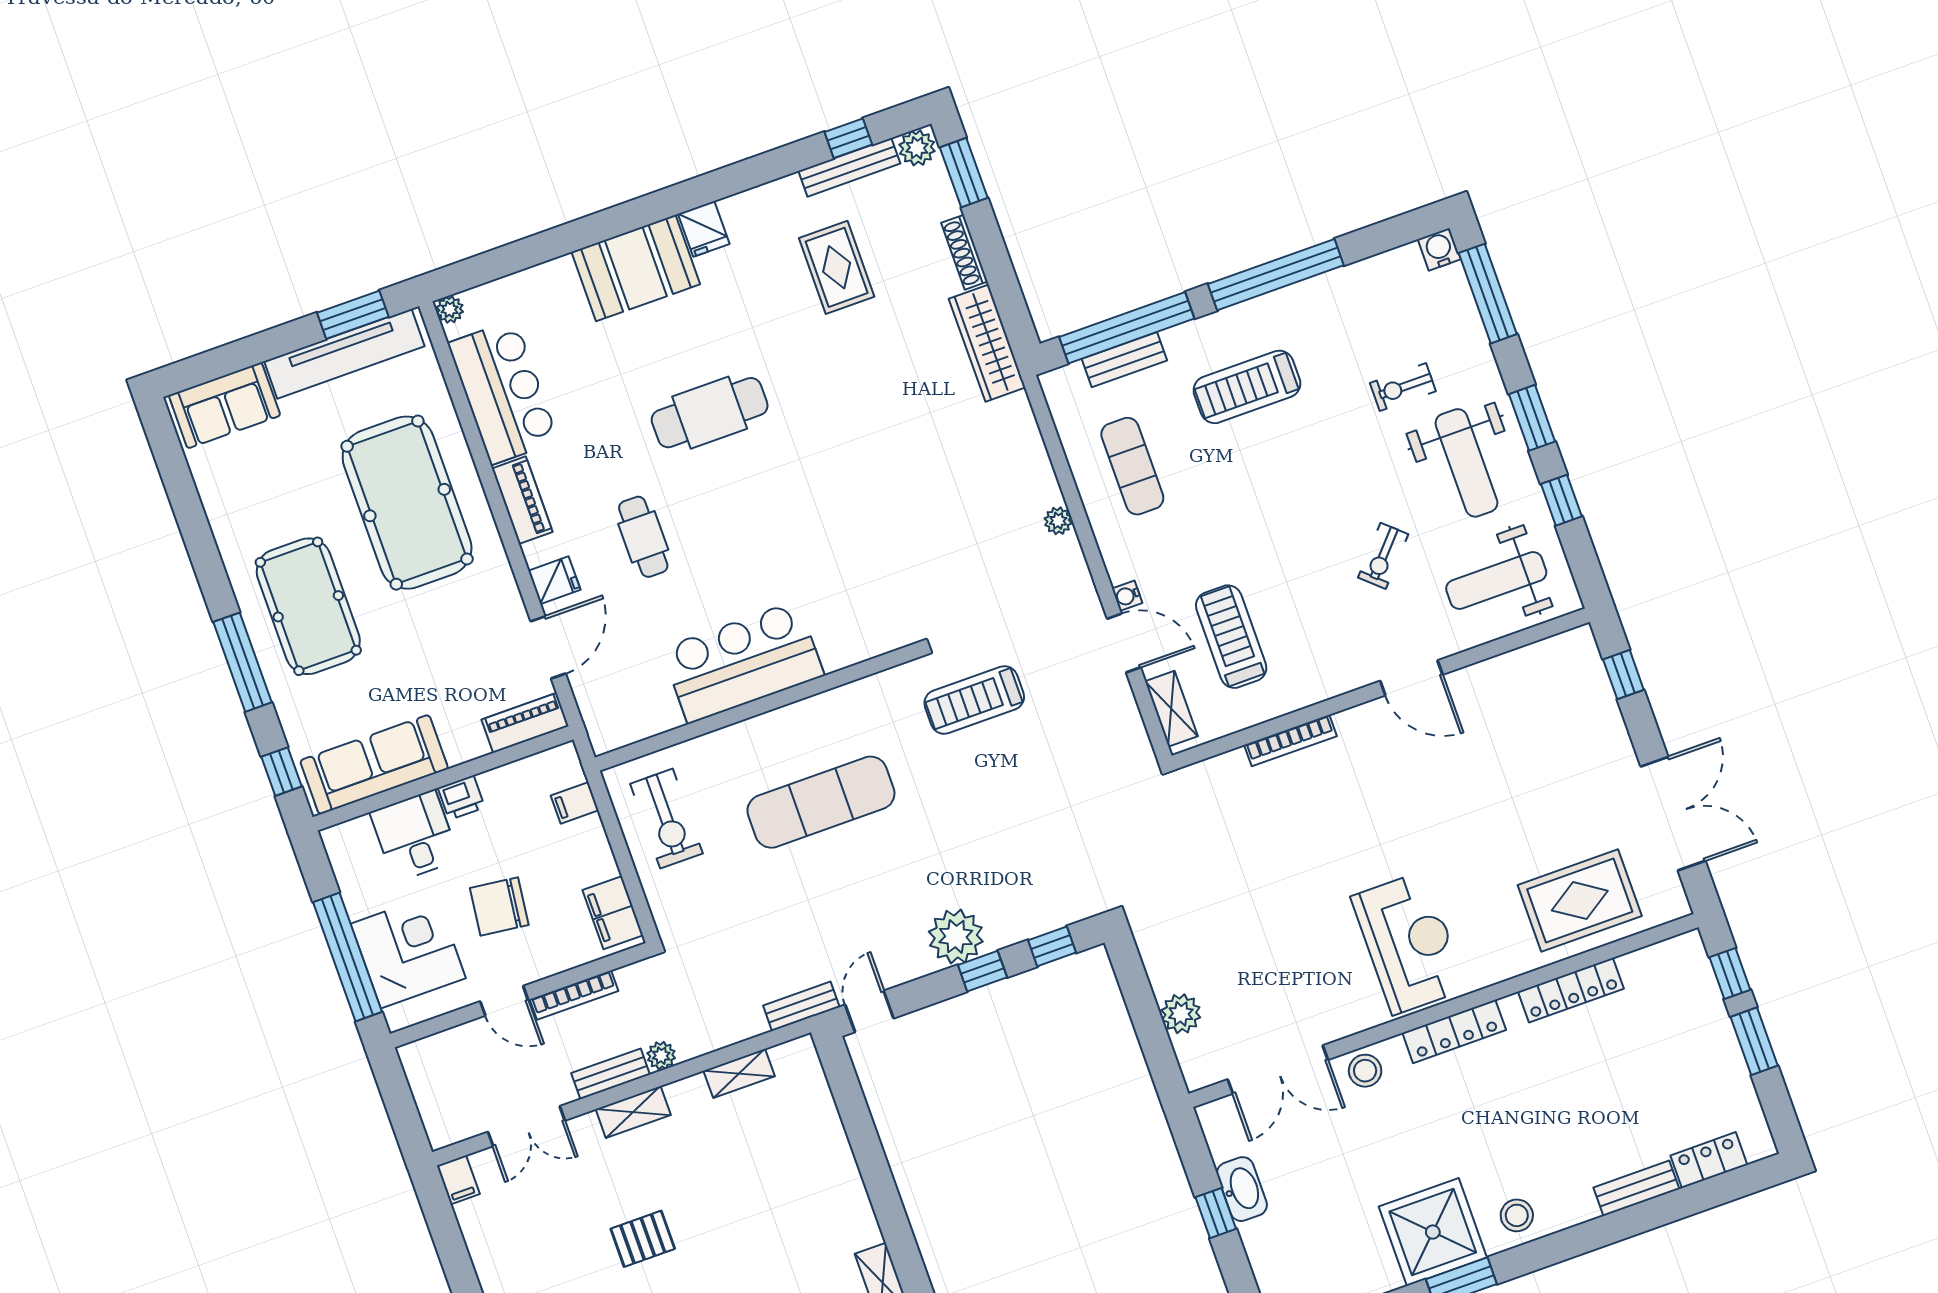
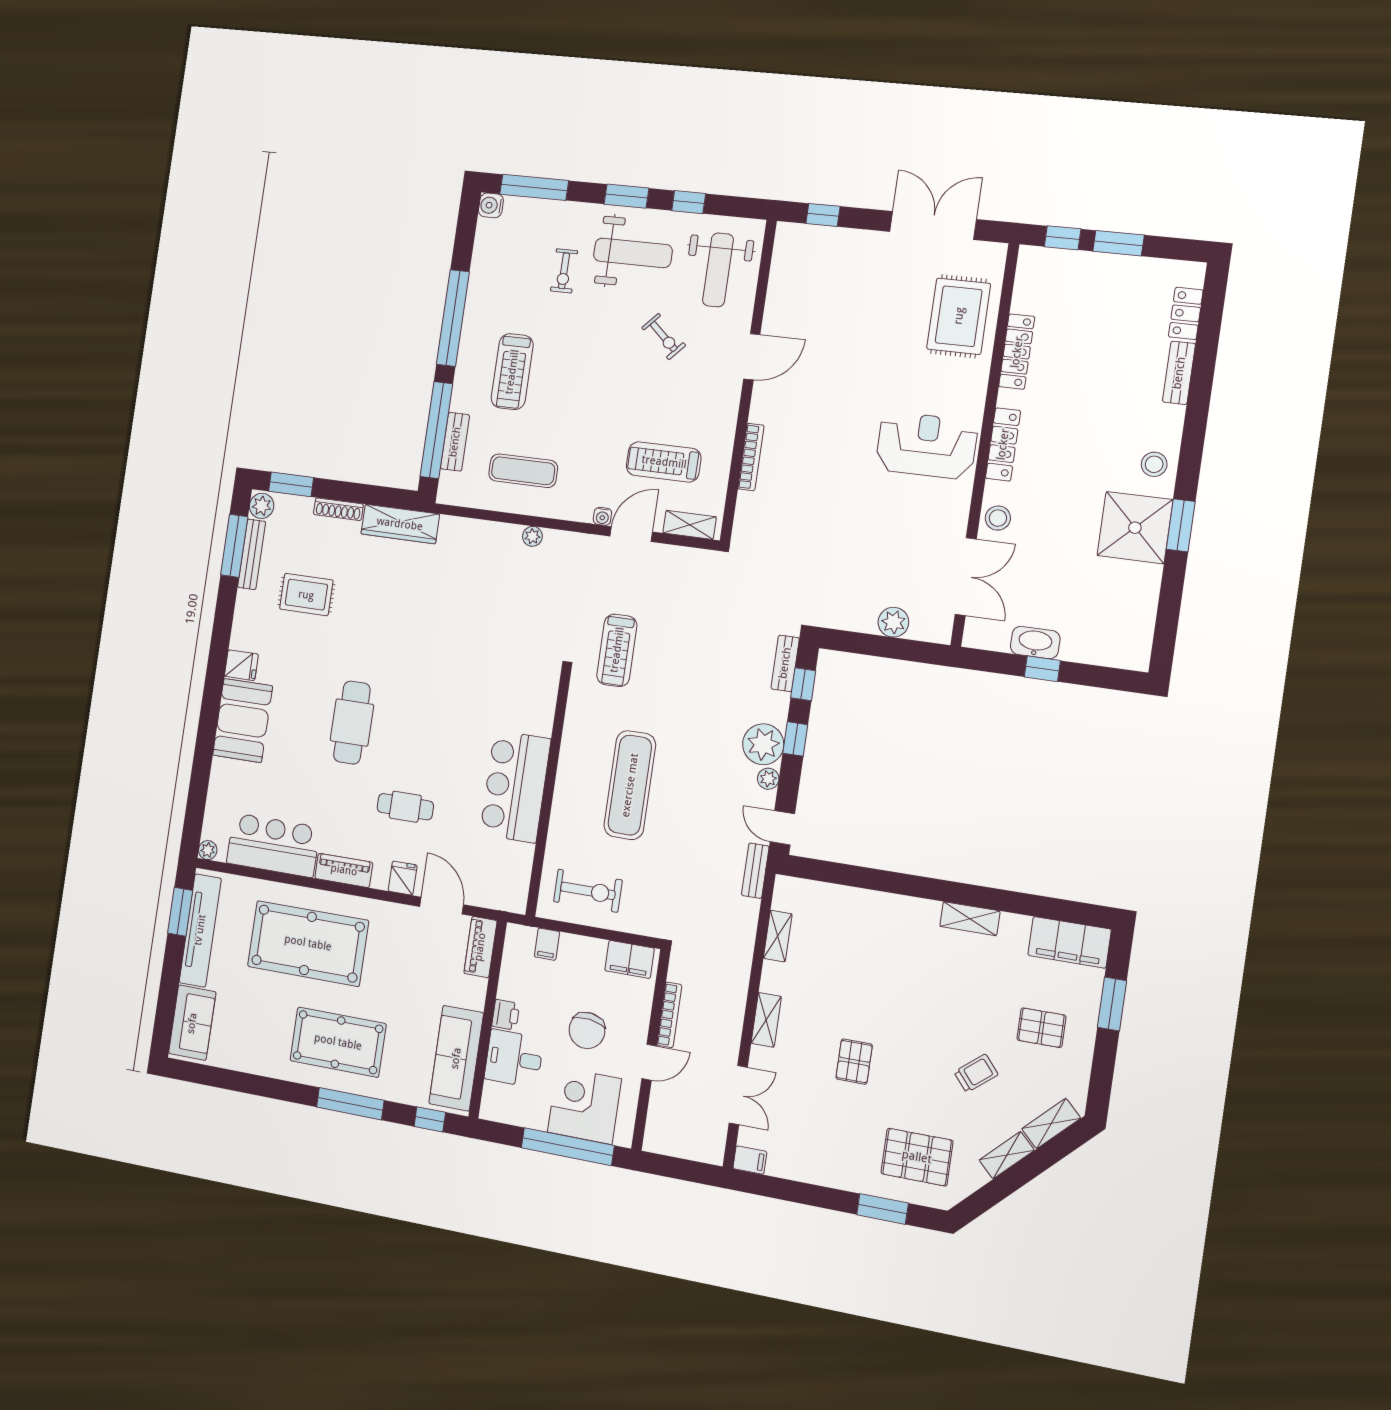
window: (848, 138) -> (234, 546), width x2.17
plant: (661, 1056) -> (768, 779), moved
bench: (611, 1074) -> (785, 663), moved

